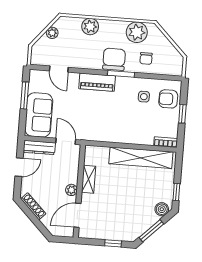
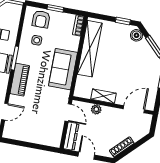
window: (25, 95) -> (24, 144), removed
sofa: (39, 115) -> (63, 69), moved, turned -90
door: (66, 141) -> (68, 113), swing flipped
plant: (71, 190) -> (96, 109), moved
door: (77, 215) -> (134, 109), swing flipped

